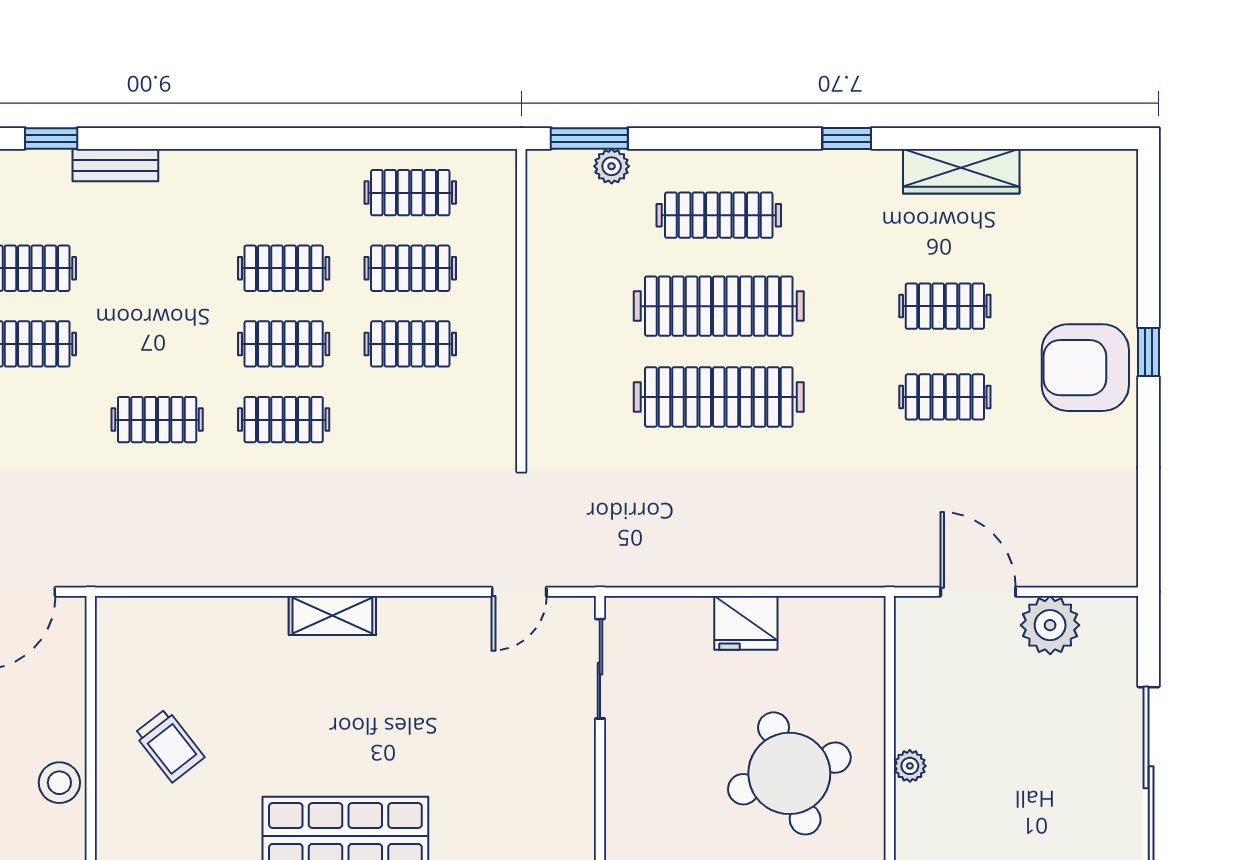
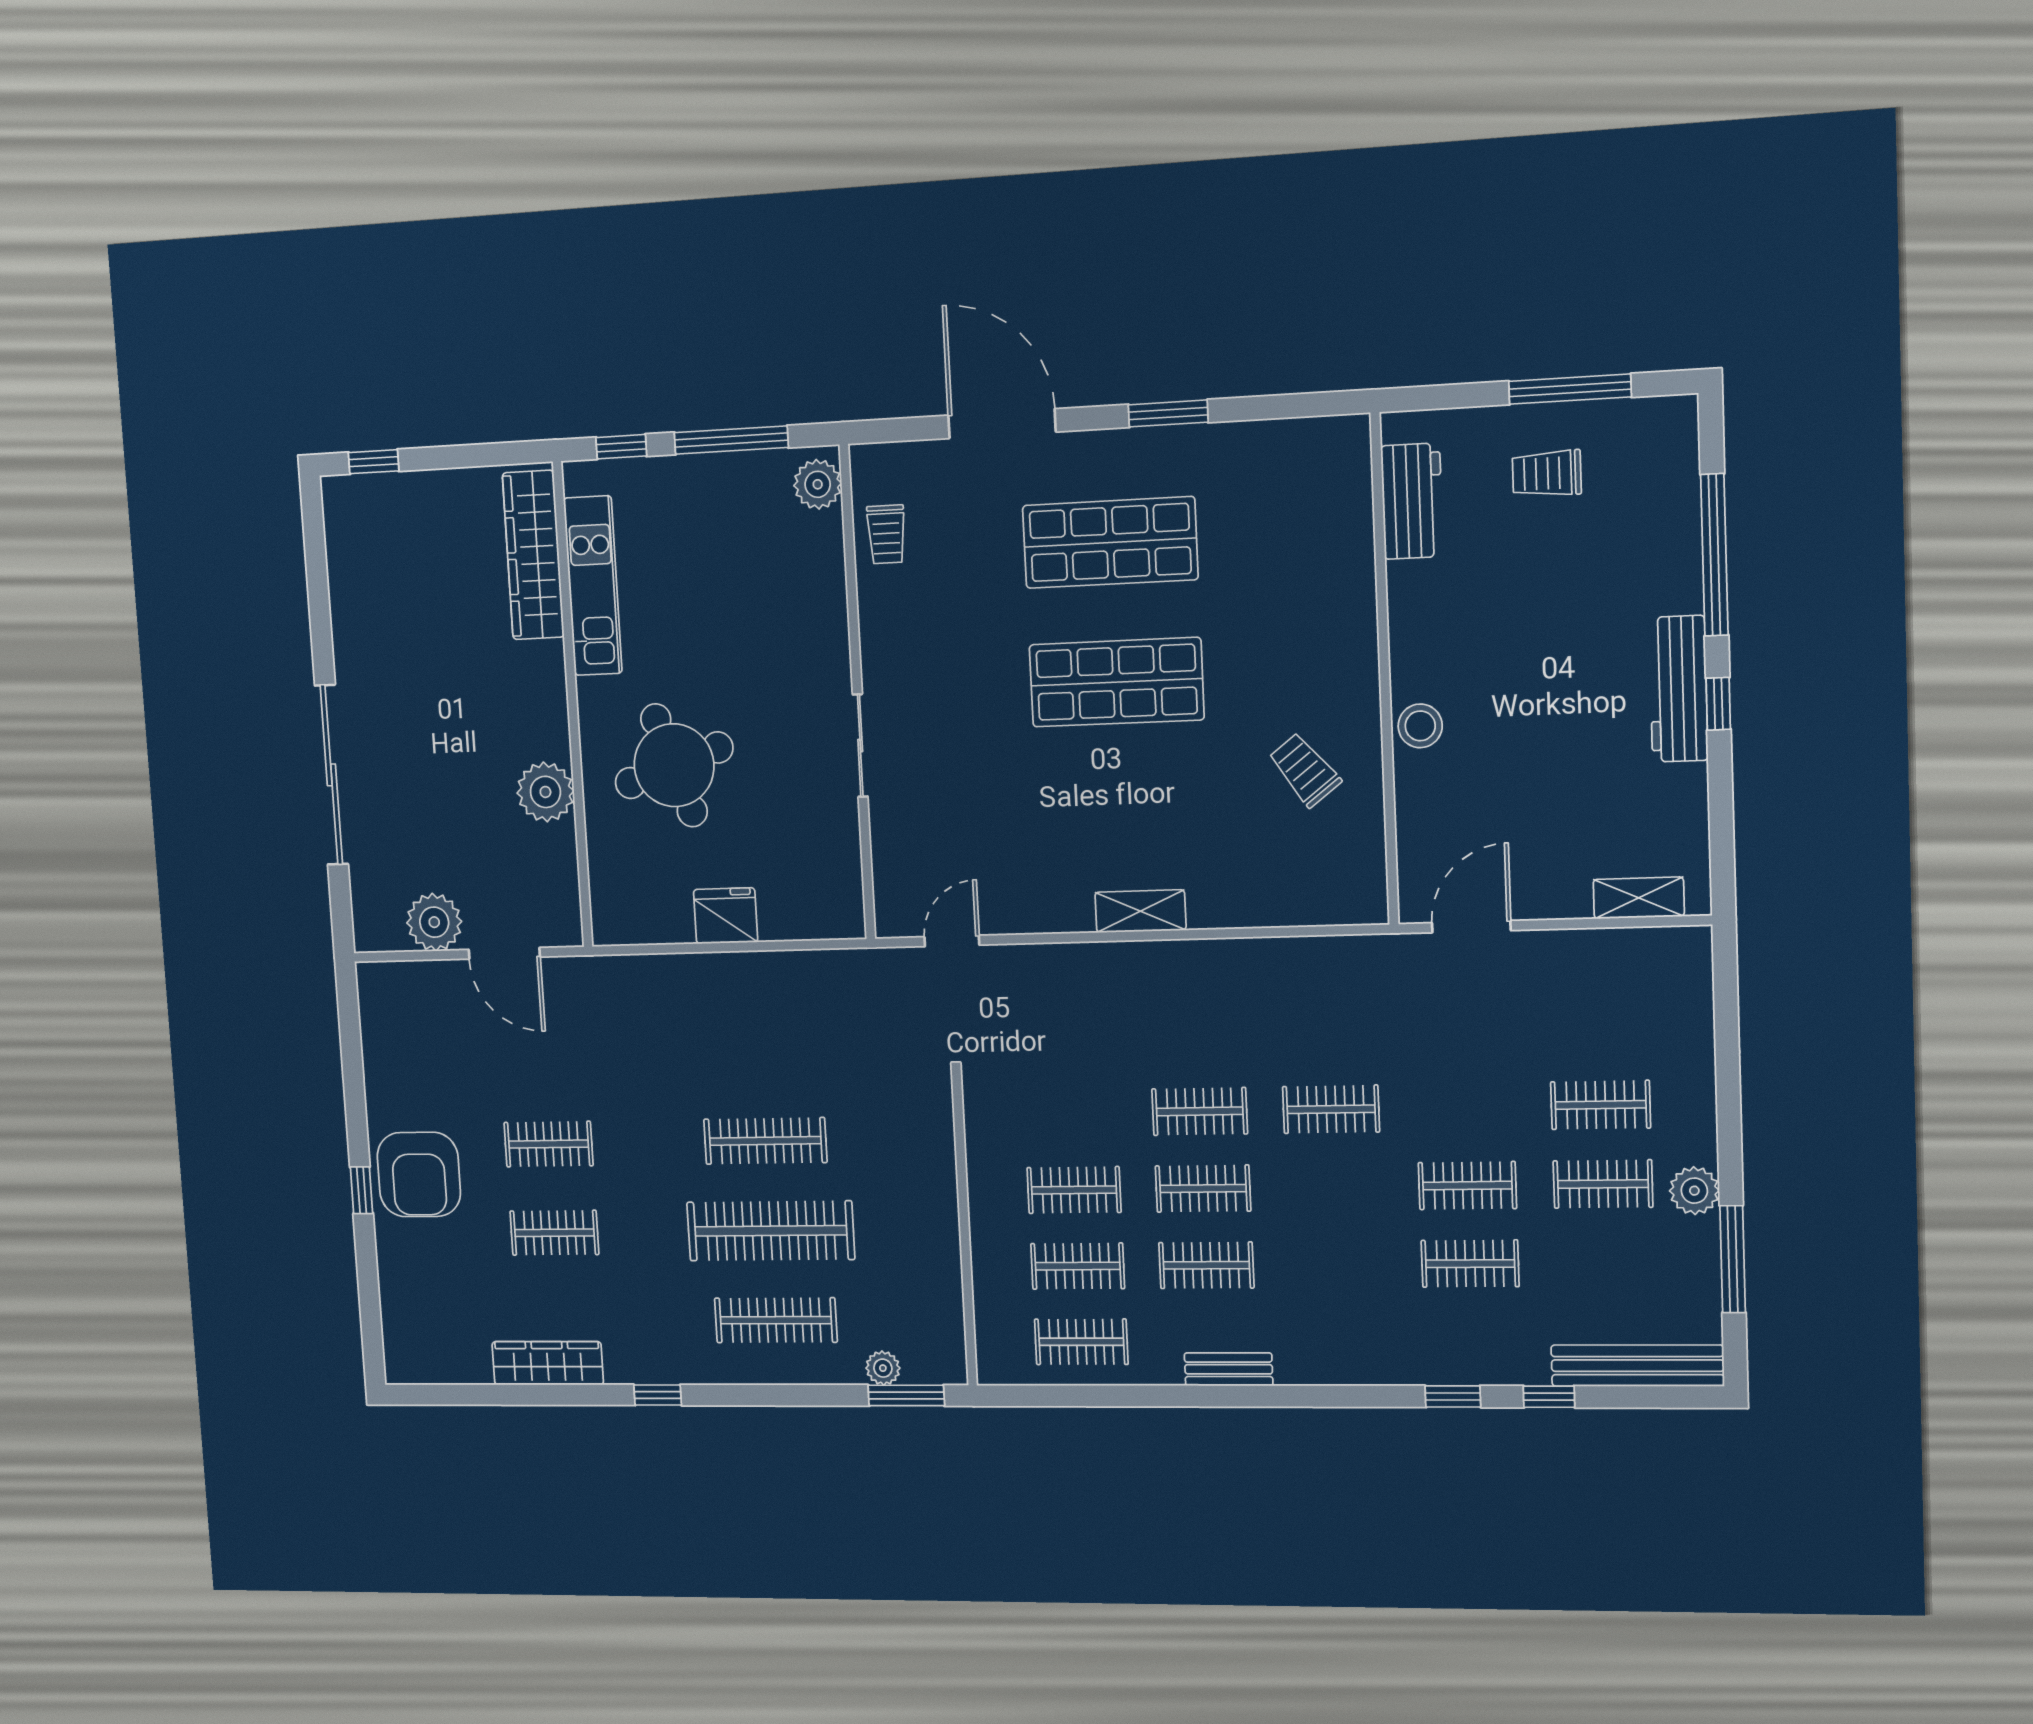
bench: (115, 165) -> (1229, 1369), moved
armchair: (1085, 368) -> (419, 1174), turned 90
clothes rail: (719, 397) -> (765, 1141), width x0.73, depth x0.76
sliding door: (600, 669) -> (860, 746), moved
plant: (910, 766) -> (545, 792), width x1.88, depth x1.88

